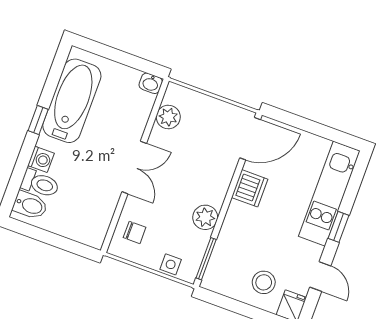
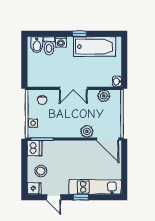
dishwasher: (250, 188) -> (35, 148), moved, turned -90
plant: (205, 217) -> (87, 131), moved
door: (320, 276) -> (54, 197), hinge flipped

